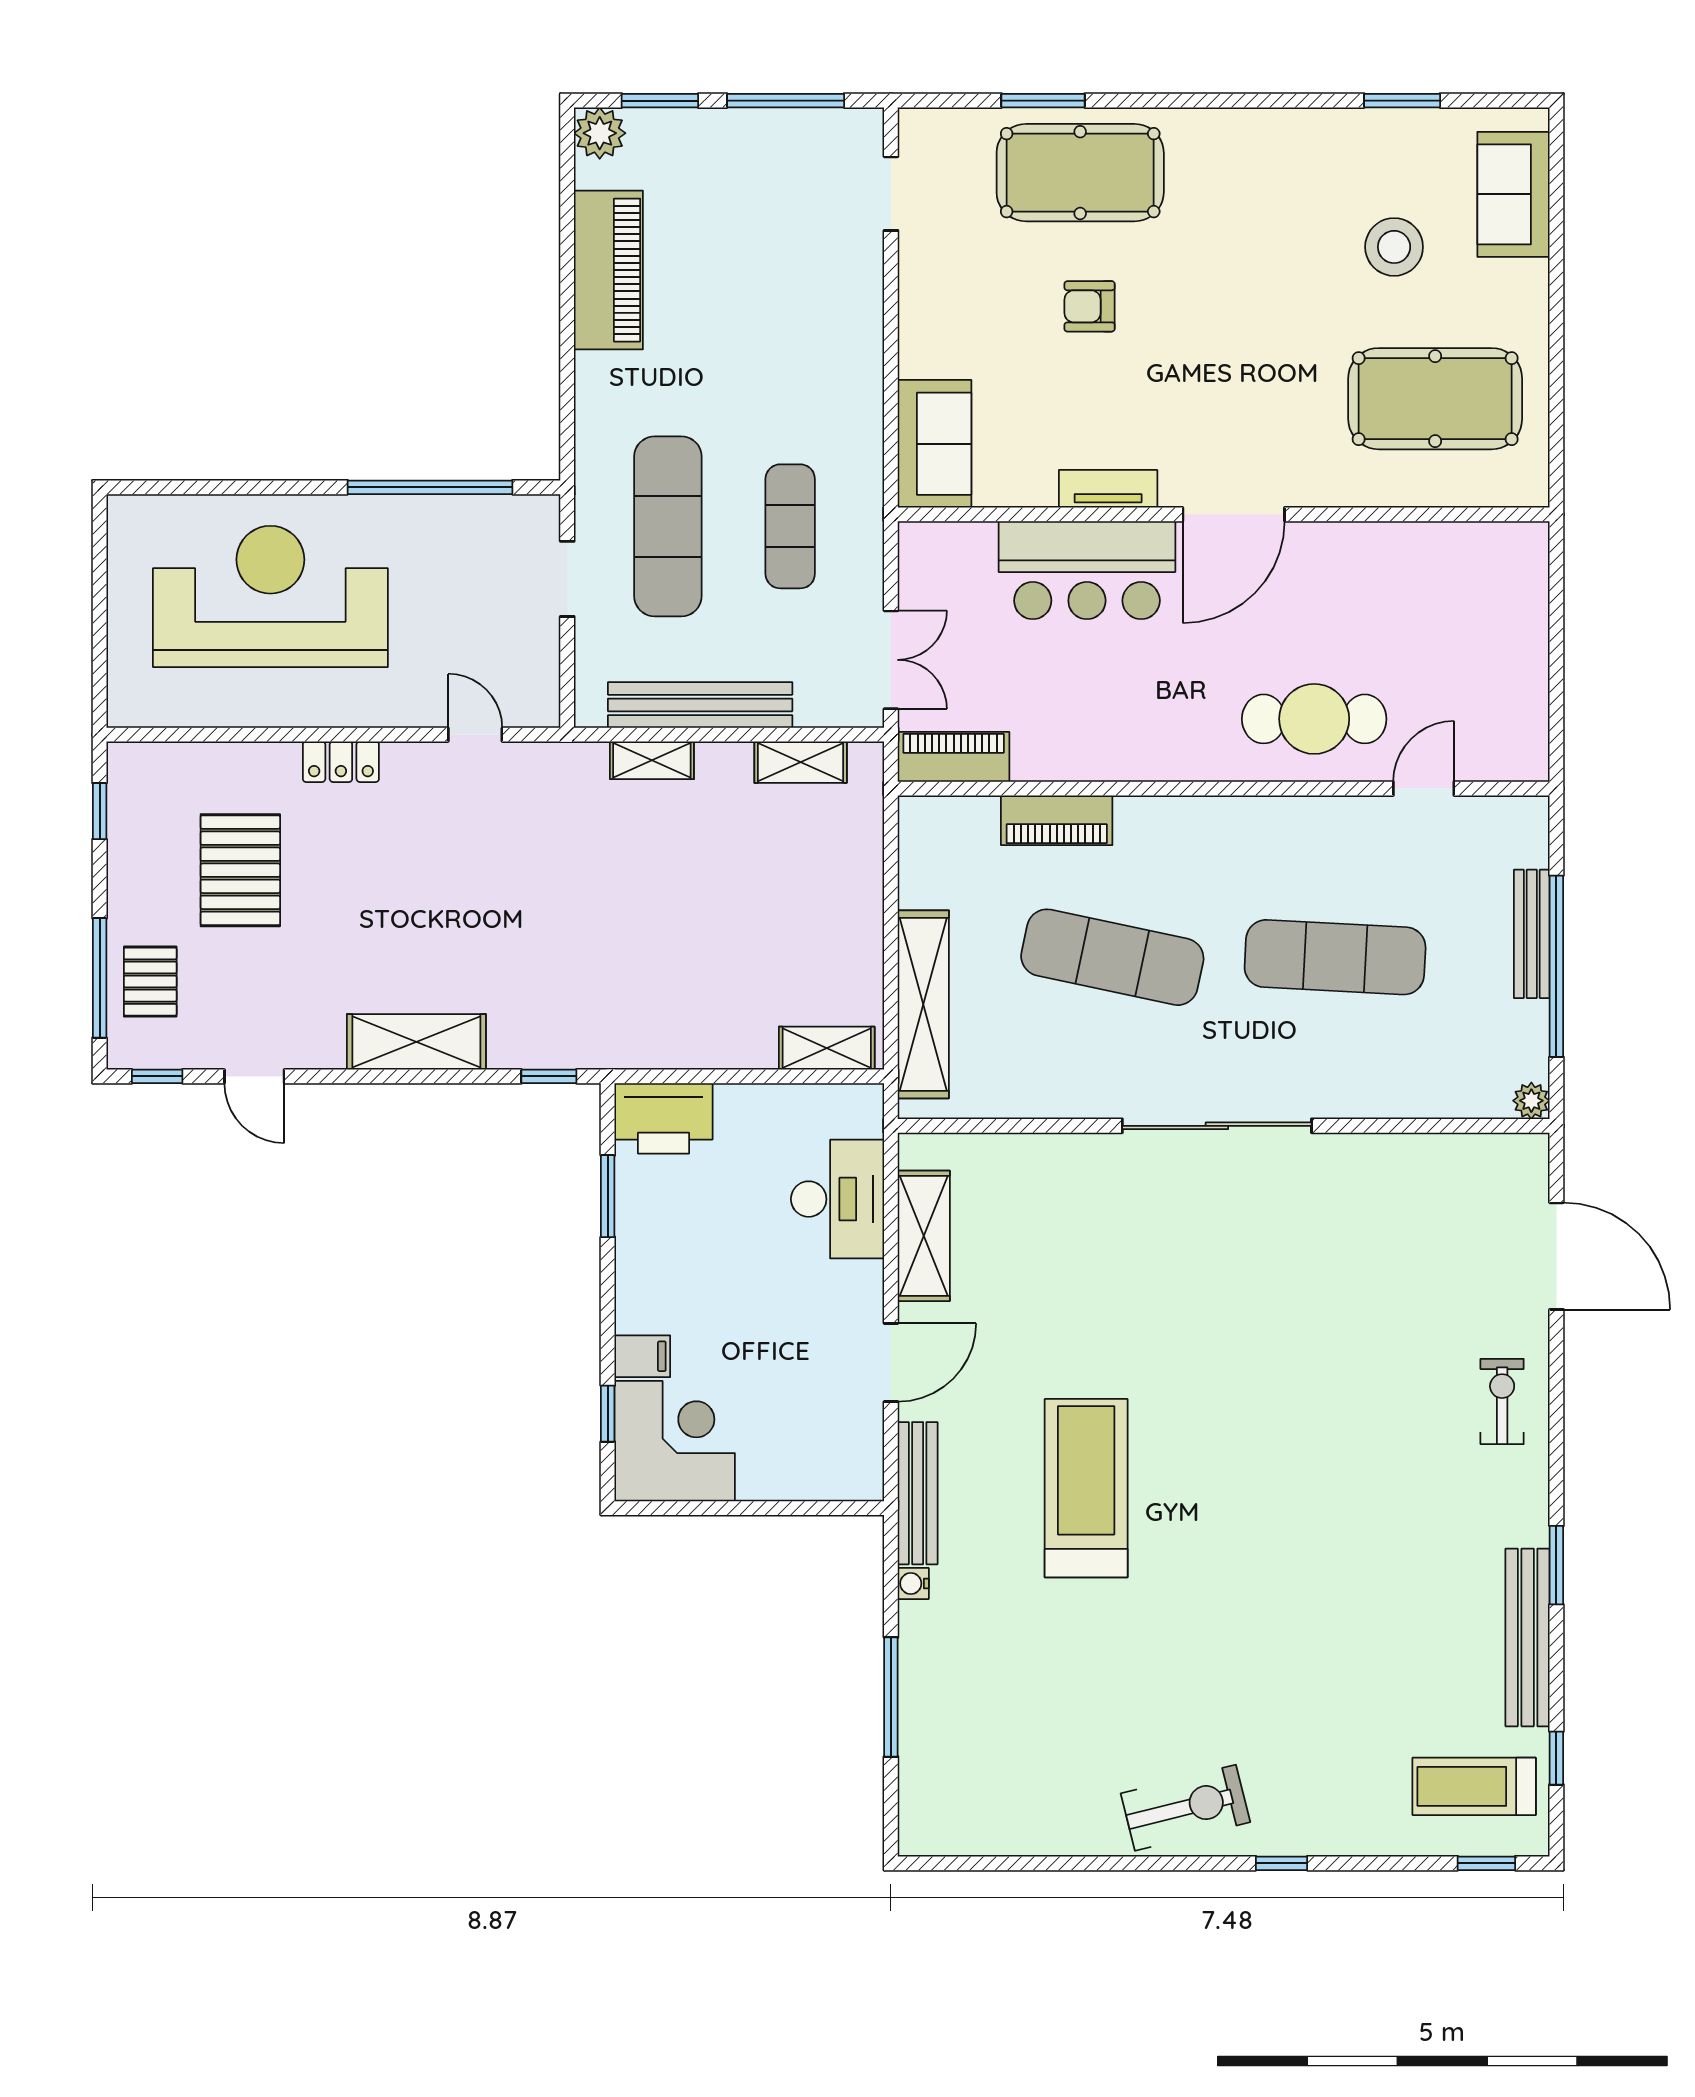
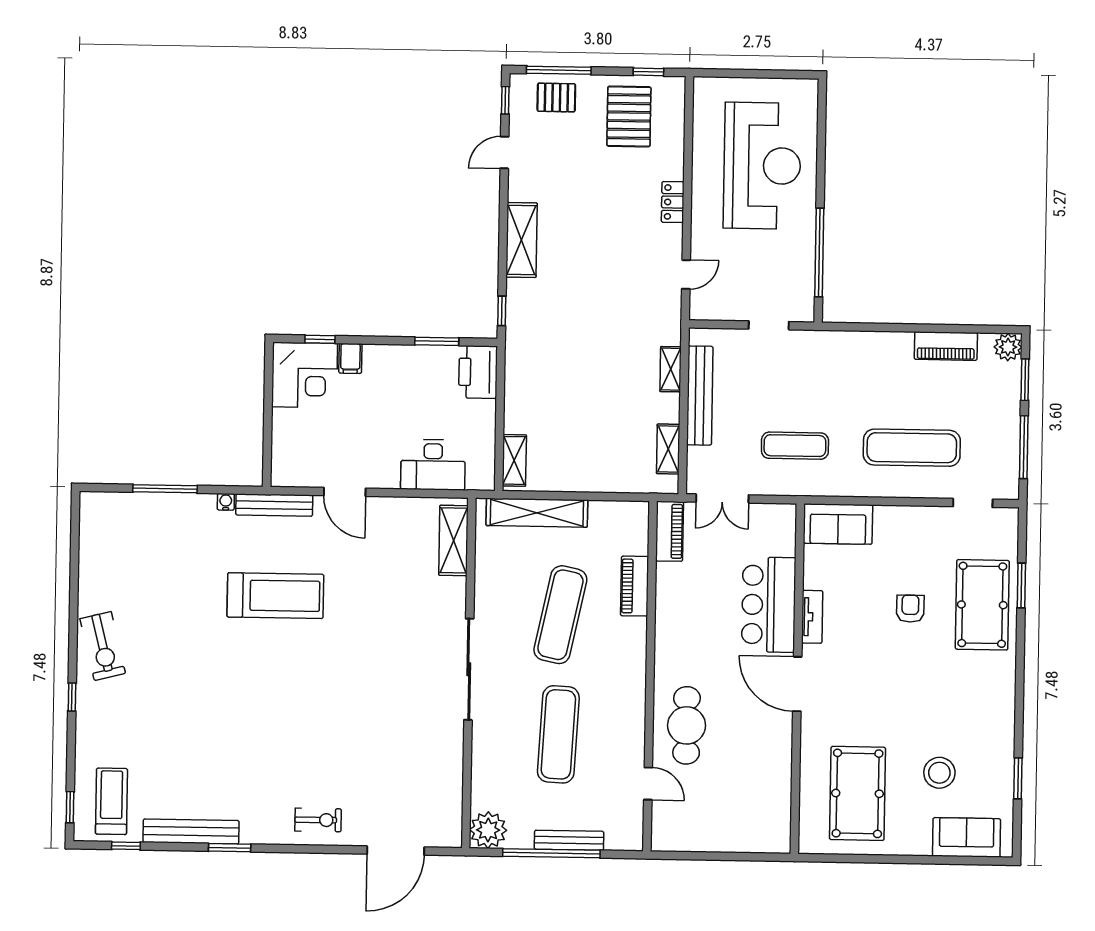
piano: (608, 270) -> (946, 346), width x0.73, depth x0.75
exercise mat: (668, 526) -> (912, 448), moved
pallet: (240, 870) -> (629, 116), moved, turned 90
plant: (1531, 1101) -> (488, 830), width x1.87, depth x1.87
shelving: (924, 1236) -> (453, 540), moved, turned 90

